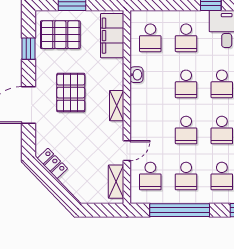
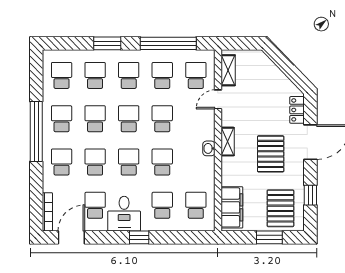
pallet: (60, 35) -> (280, 208), turned 90
washbasin: (136, 75) -> (209, 148), moved
locker: (52, 163) -> (297, 110), moved, turned 44

